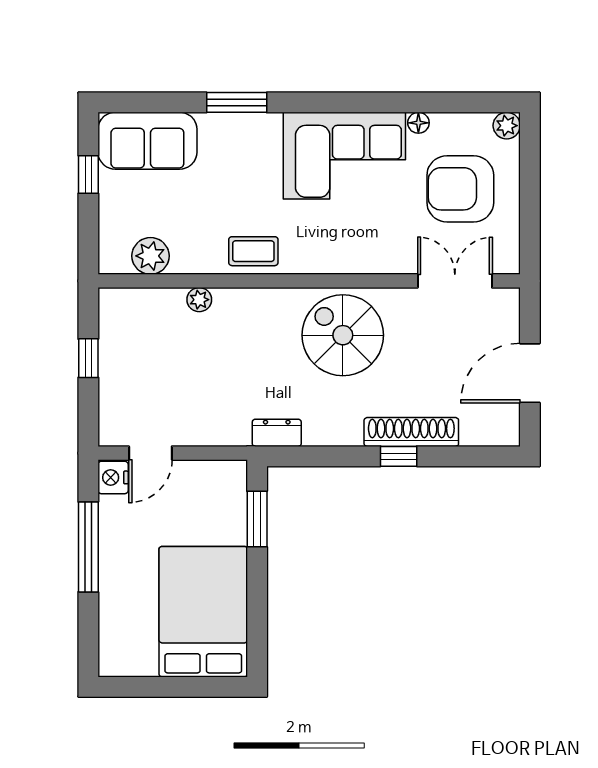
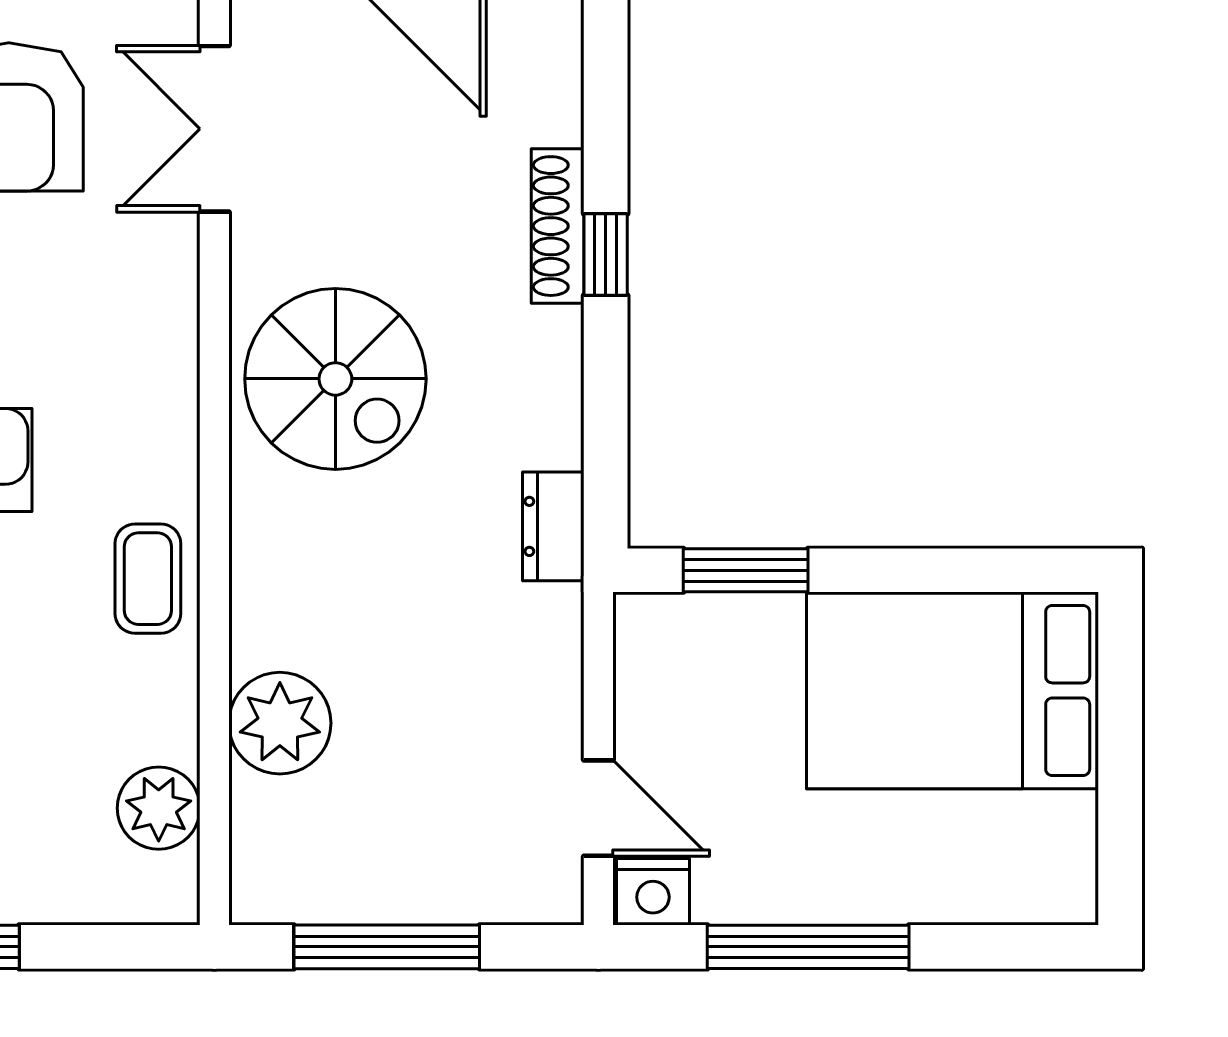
plant: (199, 300) -> (280, 723), width x1.87, depth x1.87
spiral stairs: (343, 335) -> (335, 379), turned -90
window: (88, 358) -> (387, 947), width x2.17
shoe rack: (411, 432) -> (558, 226), width x0.74, depth x0.81

